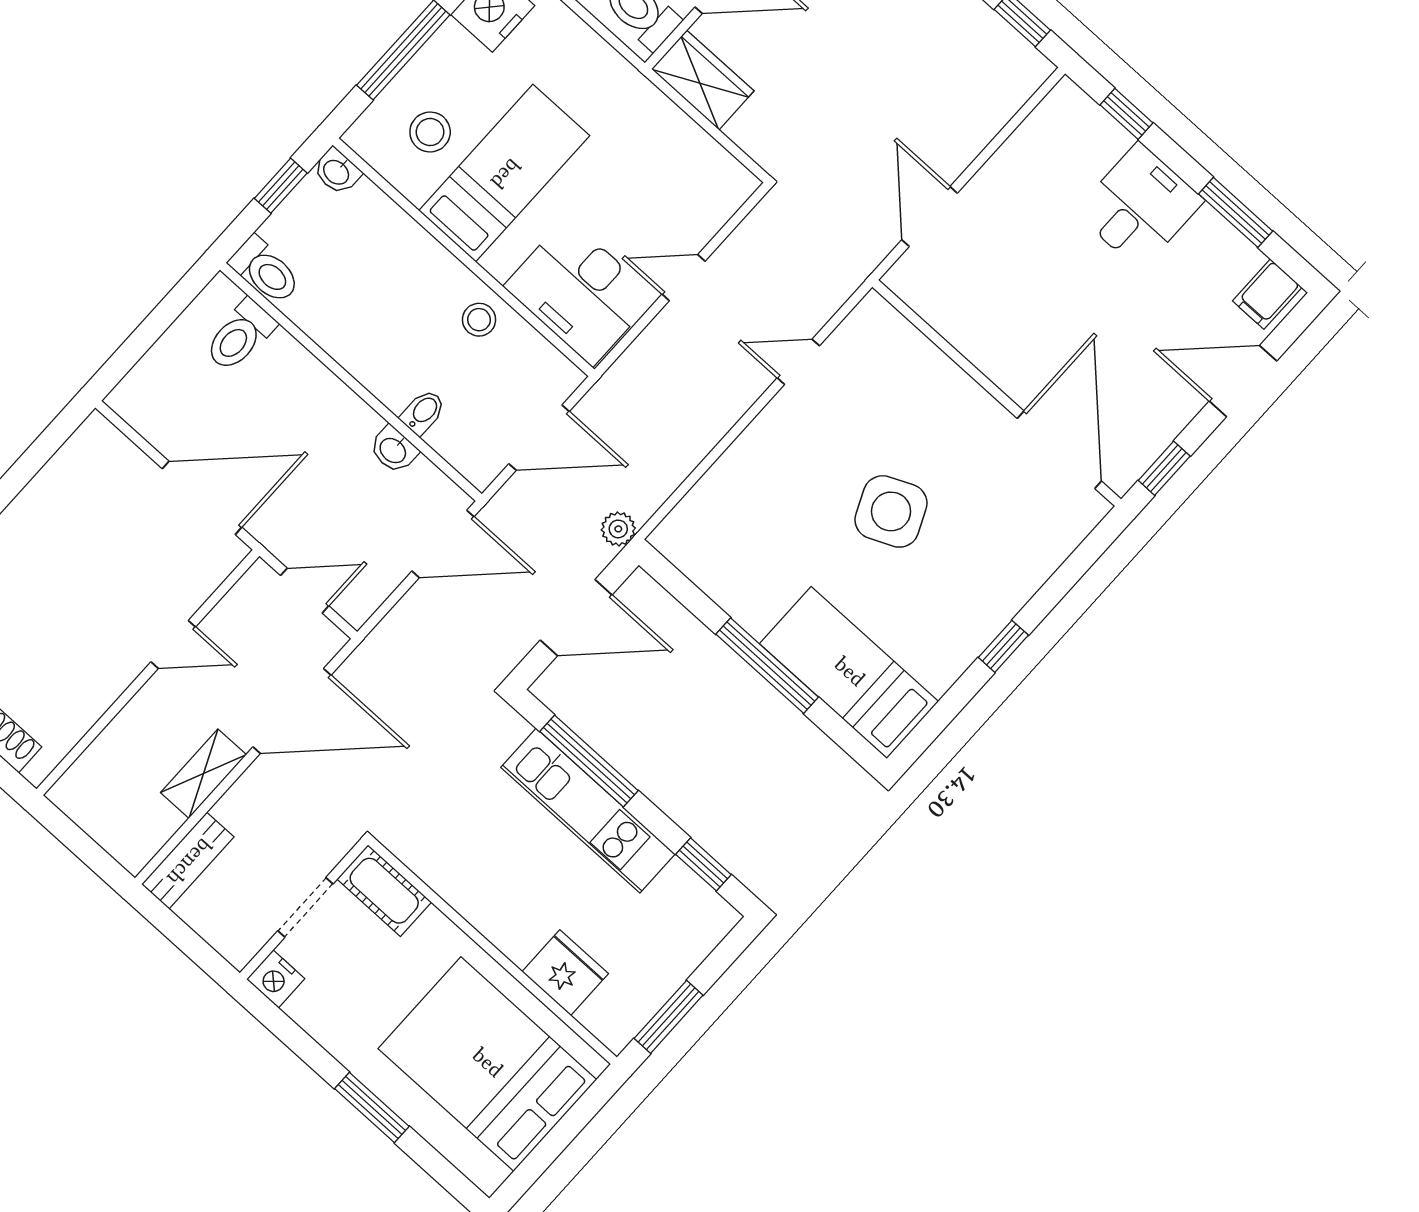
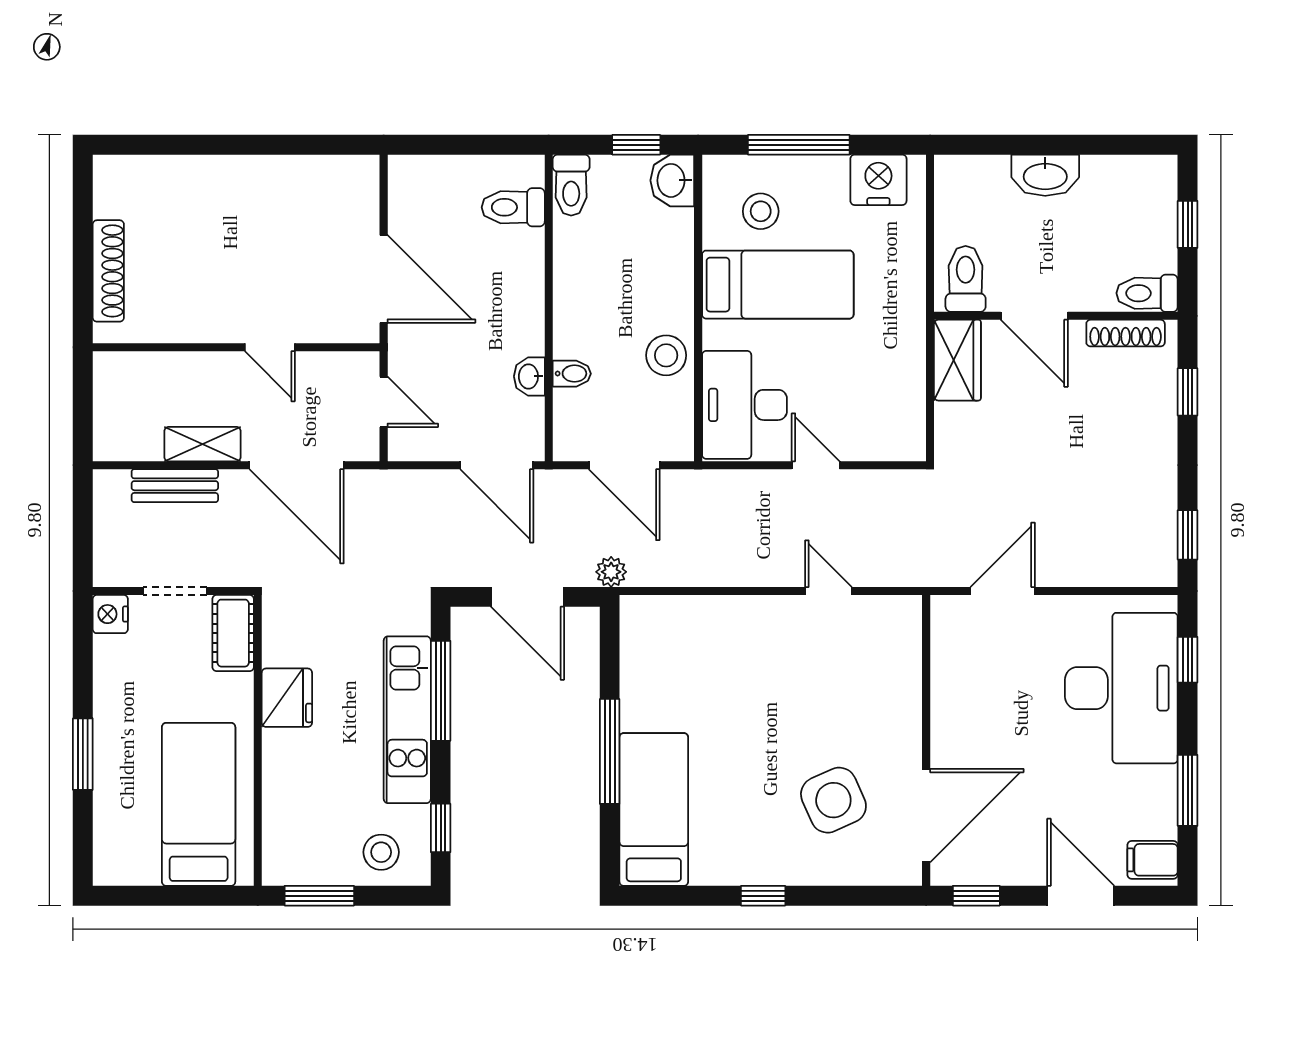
washbasin: (337, 172) -> (672, 180), width x1.38, depth x1.45
desk: (1139, 206) -> (1121, 688), width x1.87, depth x1.30
stool: (479, 320) -> (666, 355), width x1.37, depth x1.37
side table: (891, 511) -> (833, 800), moved
bench: (188, 861) -> (175, 486), moved
stool: (679, 932) -> (381, 852), added
fridge: (565, 973) -> (287, 698), moved
bed: (487, 1064) -> (199, 804), width x0.67

